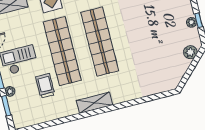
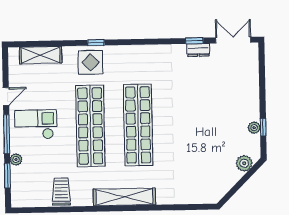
trolley: (45, 86) -> (61, 192), moved
shelving: (94, 103) -> (124, 197), width x1.47

